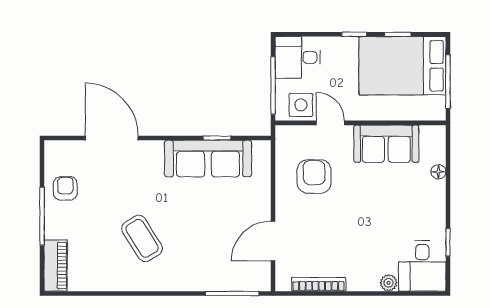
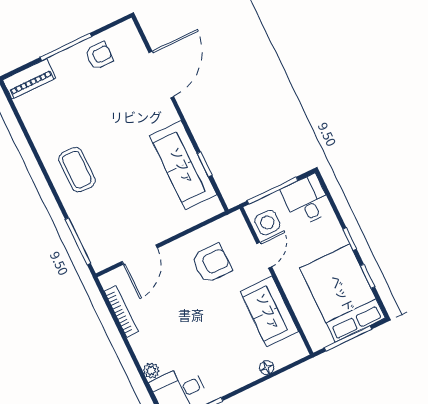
coffee table: (142, 238) -> (77, 170), moved, turned -58
door: (273, 241) -> (140, 255), swing flipped

